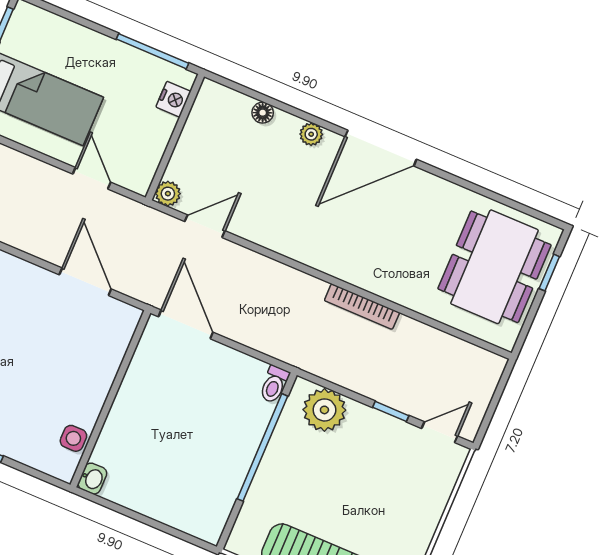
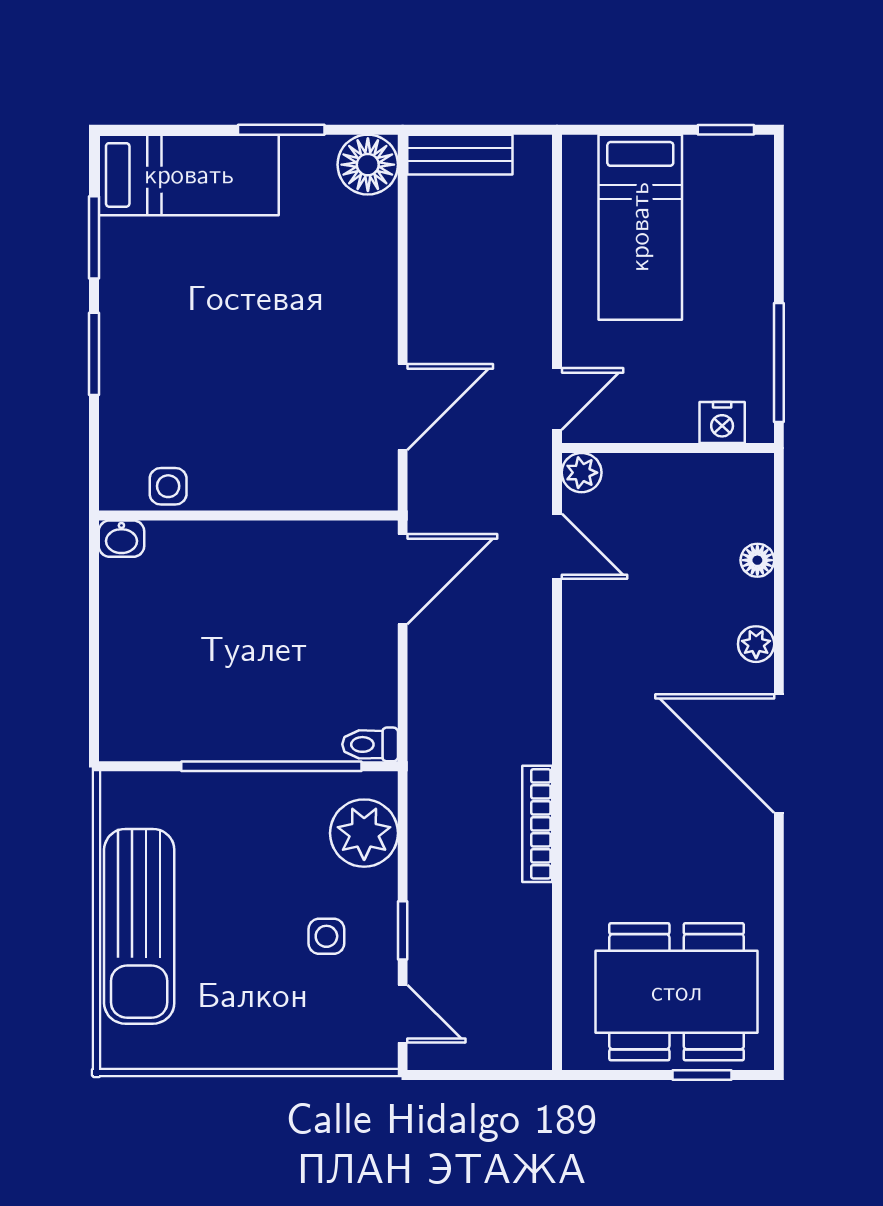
door: (92, 178) -> (557, 399), moved
side table: (375, 457) -> (326, 936), added

